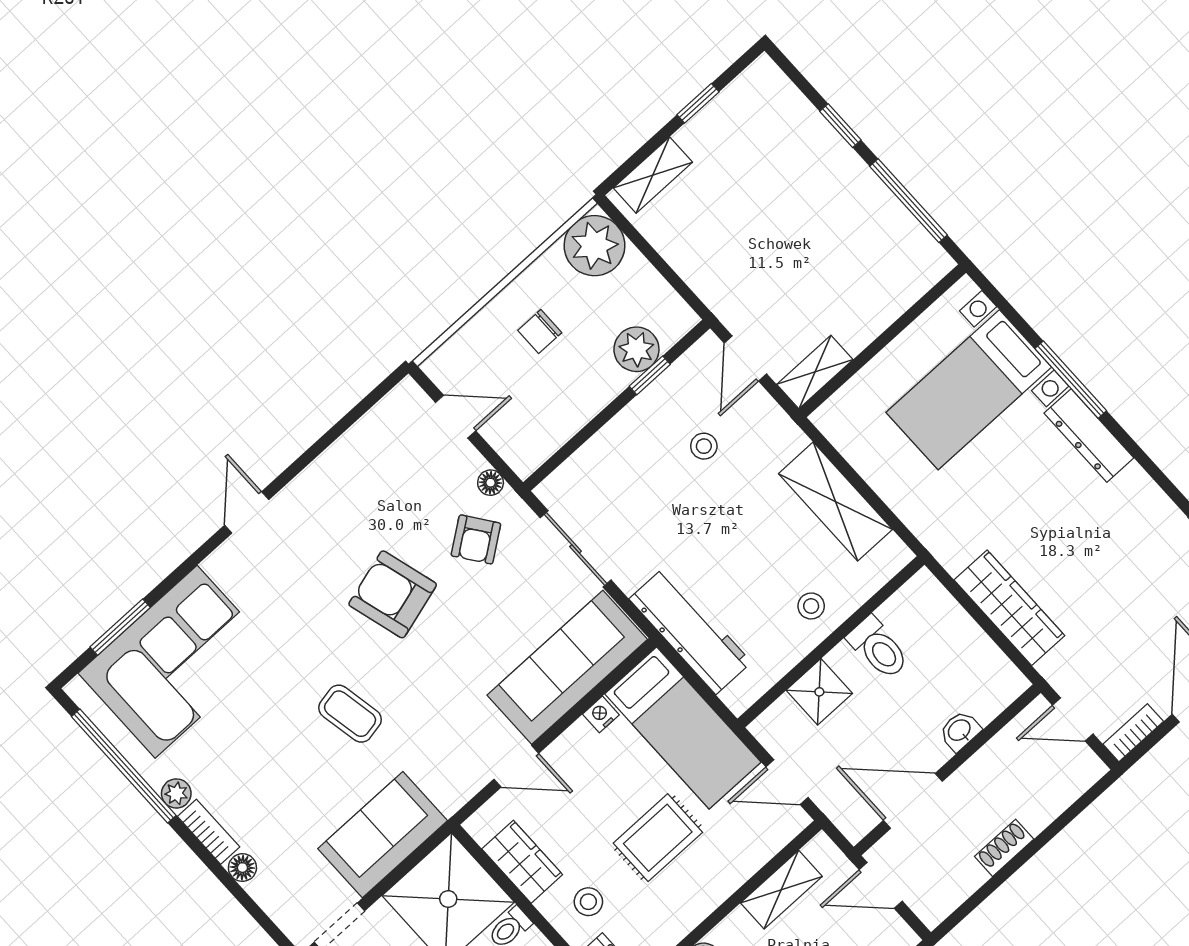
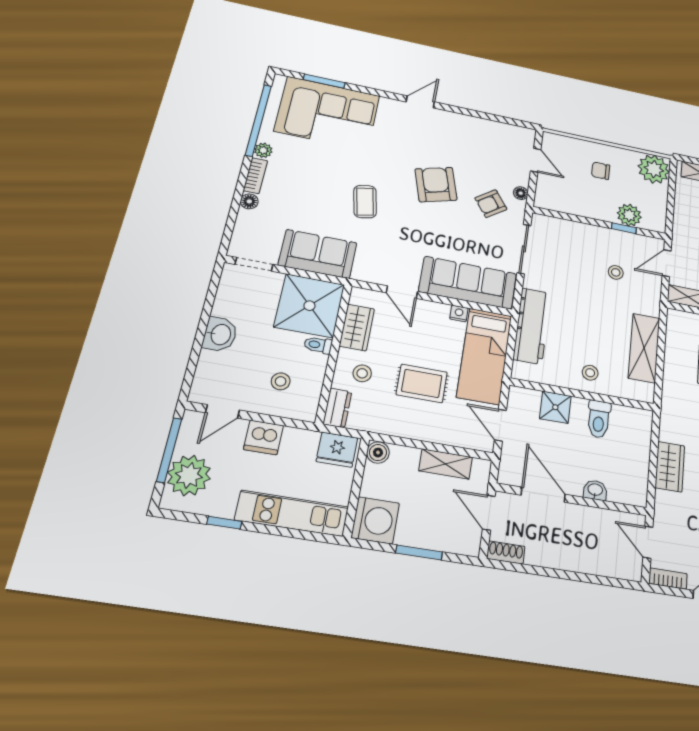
wardrobe: (1009, 608) -> (670, 467), width x0.67
shoe rack: (1004, 848) -> (506, 552), moved

